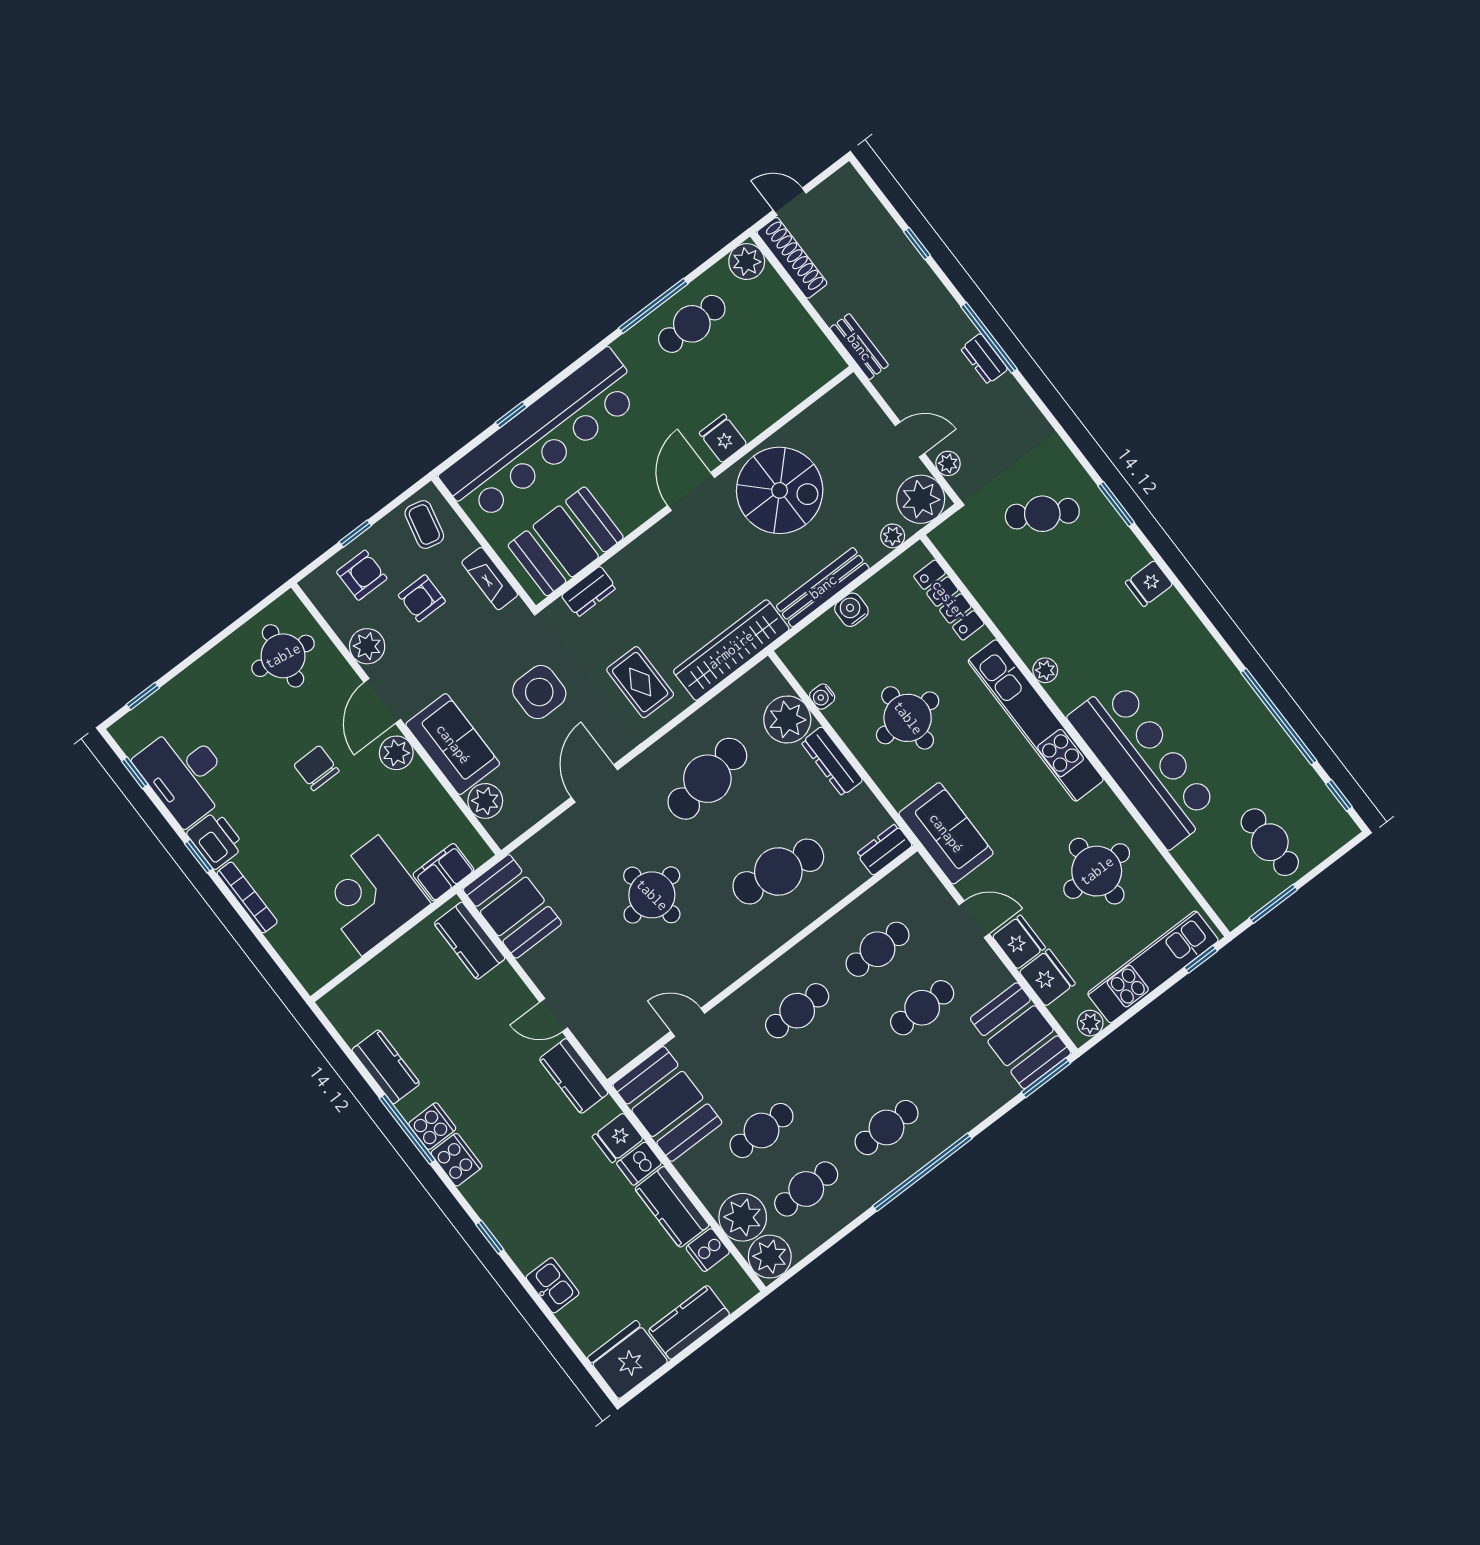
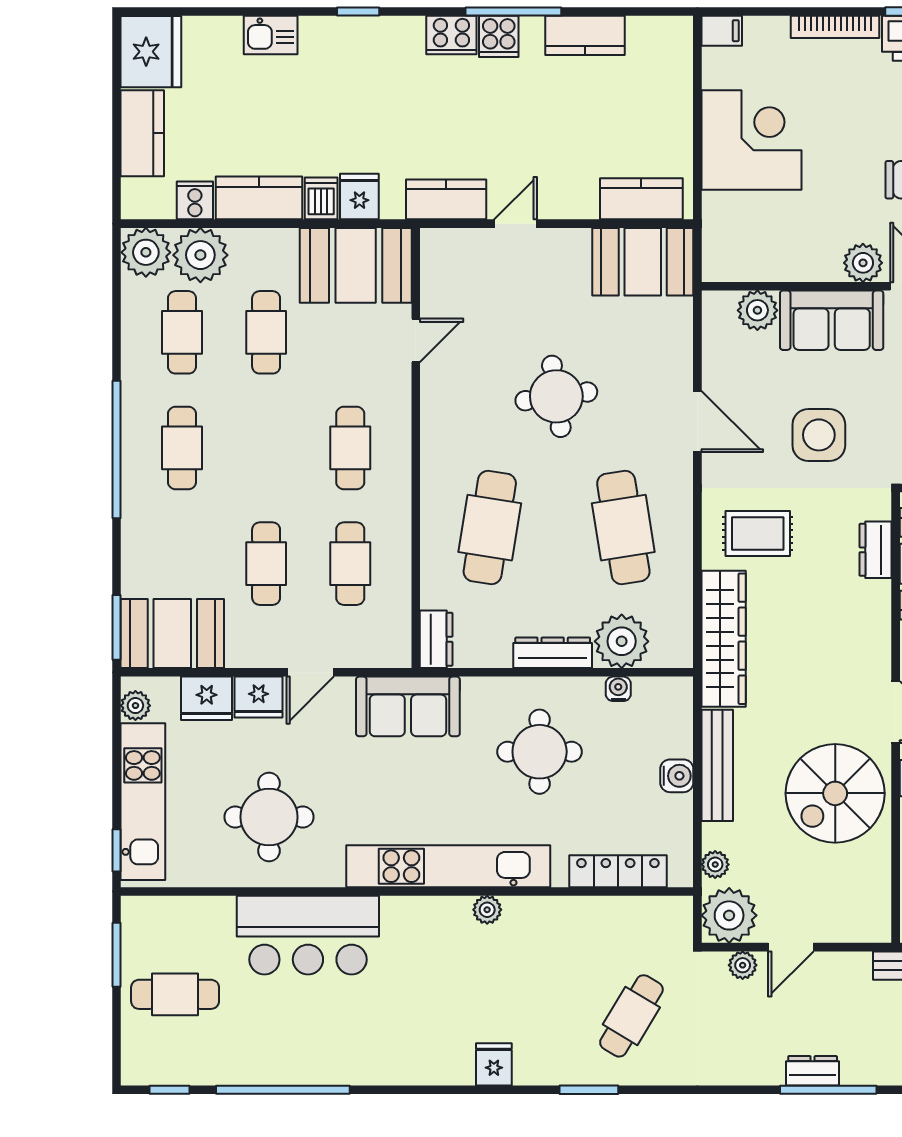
bar counter: (1144, 763) -> (308, 935), width x0.73
filing cabinet: (443, 872) -> (722, 31), moved, width x0.50

